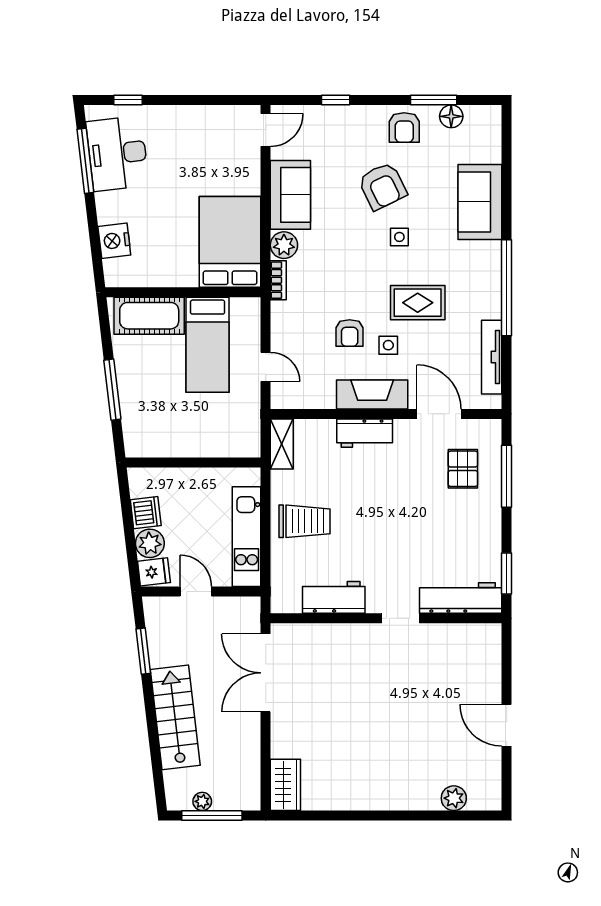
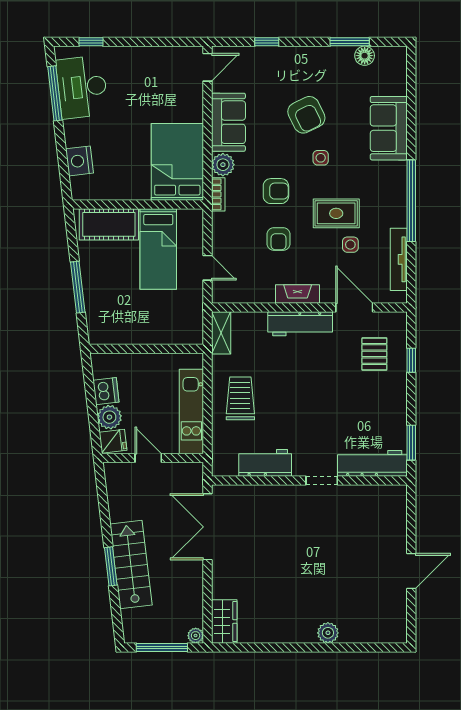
armchair: (404, 127) -> (276, 191), moved, turned -90
side table: (388, 345) -> (350, 245), moved
fireplace: (372, 394) -> (298, 294), width x0.73, depth x0.76
workbench: (365, 433) -> (300, 324), width x1.38
window: (507, 476) -> (411, 360), width x0.46
trolley: (305, 521) -> (240, 398), turned -90
window: (143, 651) -> (111, 566), moved
door: (507, 725) -> (411, 571), swing flipped
plant: (454, 798) -> (328, 633), moved
plant: (202, 801) -> (196, 636), moved

